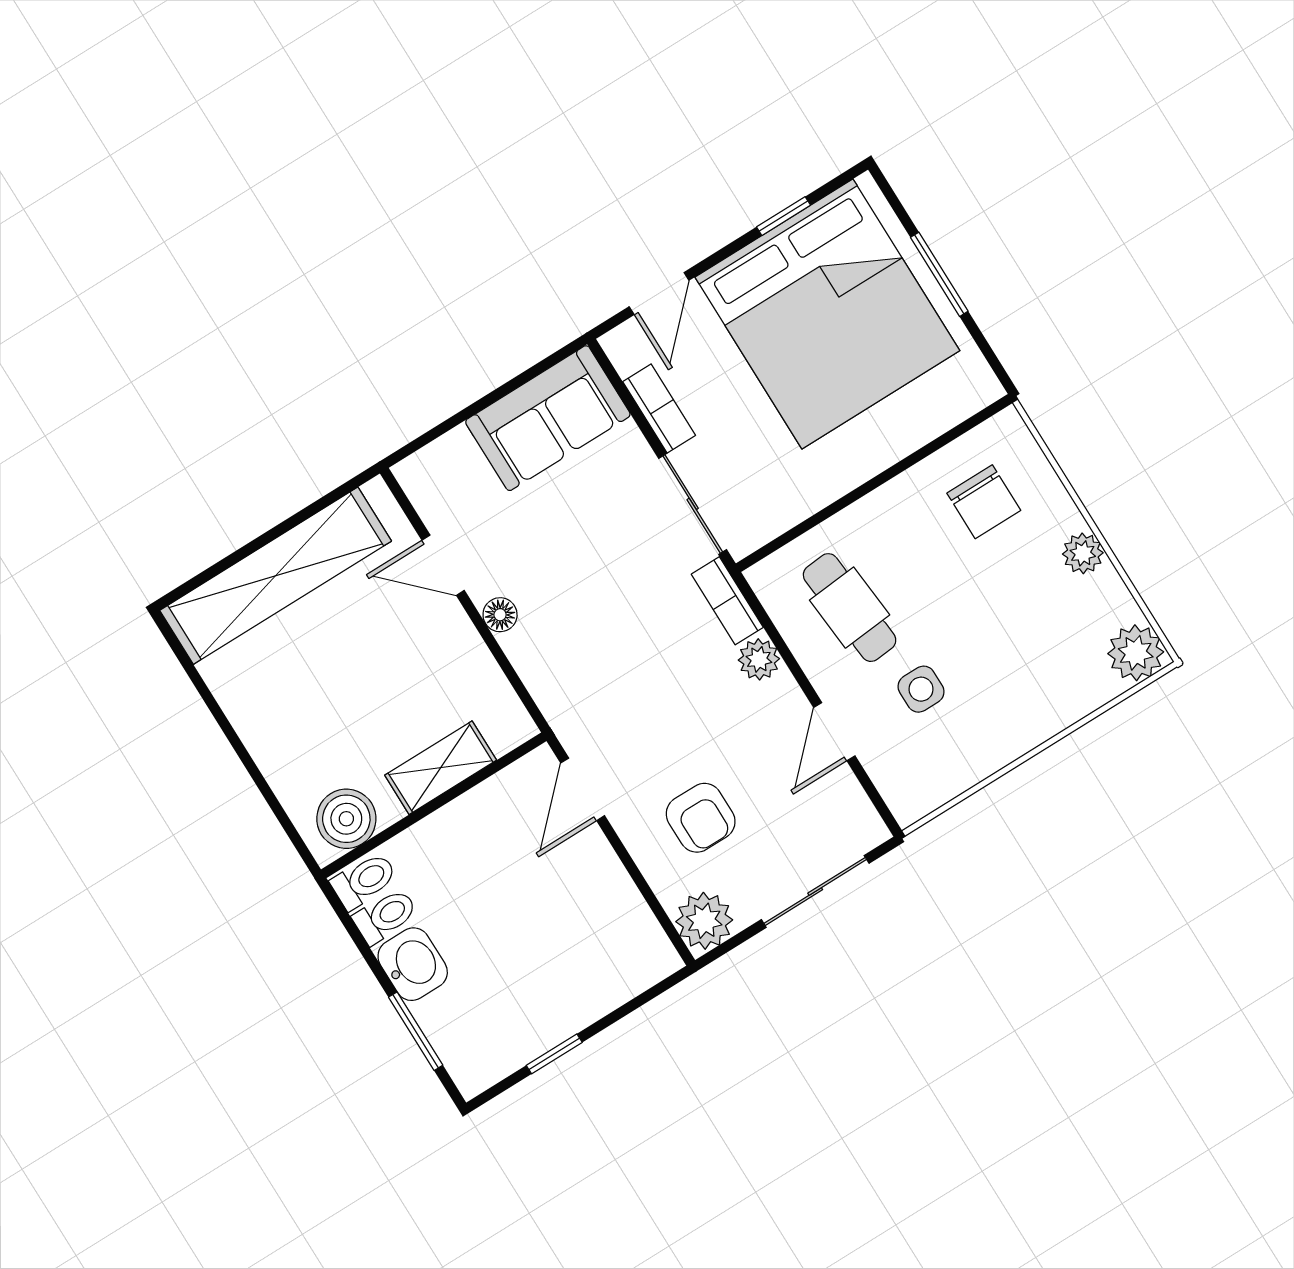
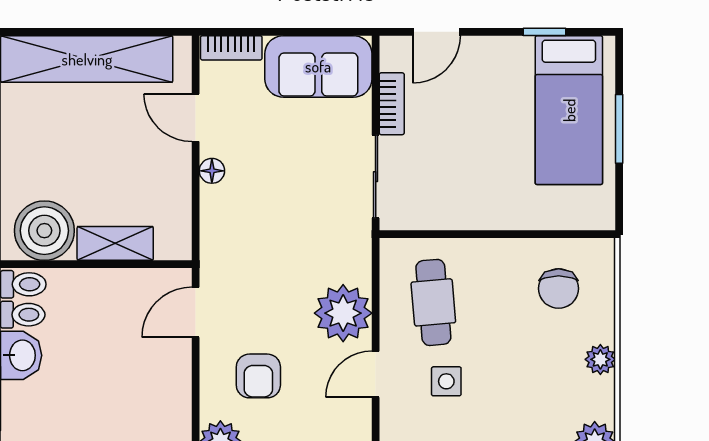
bed: (827, 314) -> (569, 110), width x0.49
bookcase: (727, 601) -> (231, 48), moved, turned -90
plant: (759, 659) -> (343, 313), width x1.87, depth x1.87
boiler: (346, 819) -> (44, 231), width x1.37, depth x1.37

